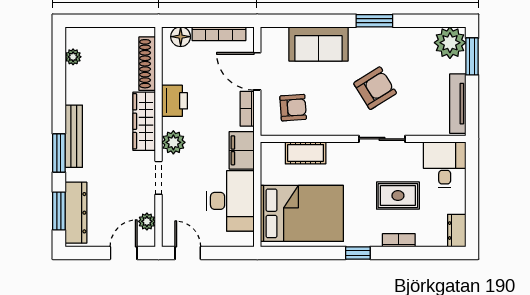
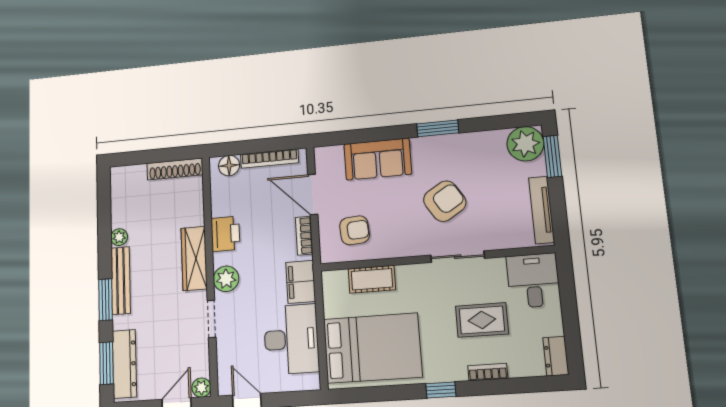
plant: (73, 57) -> (119, 237), moved
shoe rack: (147, 64) -> (175, 169), moved, turned -90
plant: (147, 221) -> (201, 388), moved

